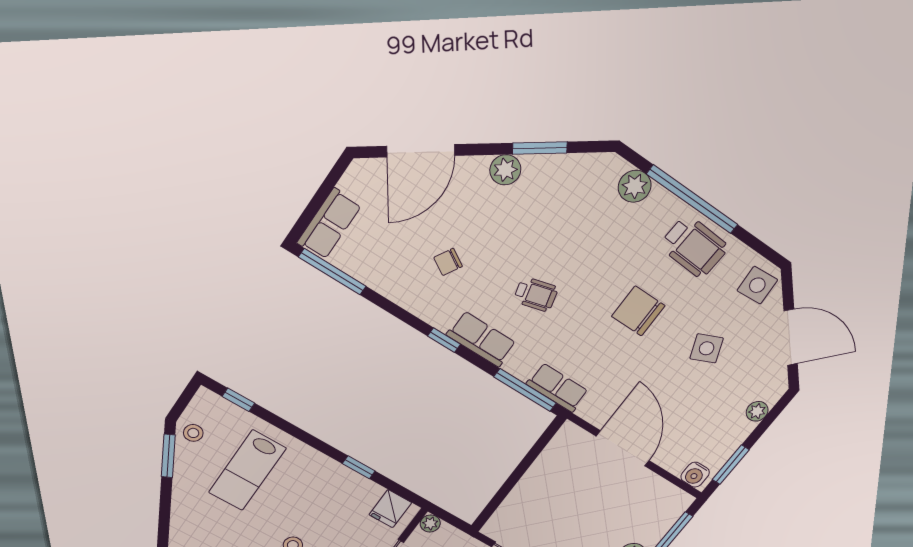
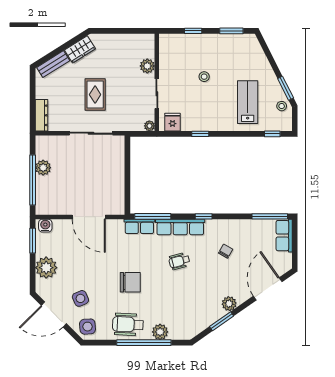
plant: (635, 186) -> (160, 332), moved
row of seats: (481, 339) -> (180, 227), width x1.48
side table: (707, 348) -> (80, 298), moved
plant: (757, 411) -> (46, 268), width x1.87, depth x1.87

